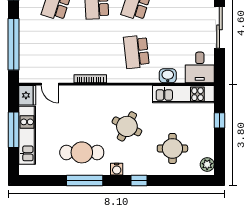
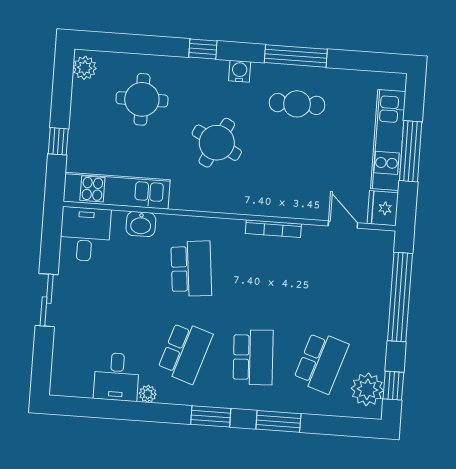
sliding door: (219, 27) -> (47, 300), width x0.73
cafe table: (82, 152) -> (297, 104), width x0.73, depth x0.74

